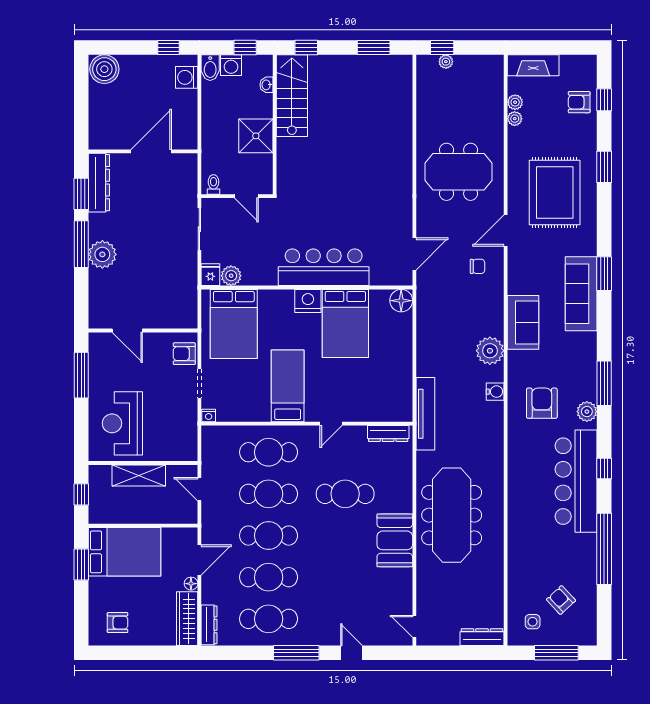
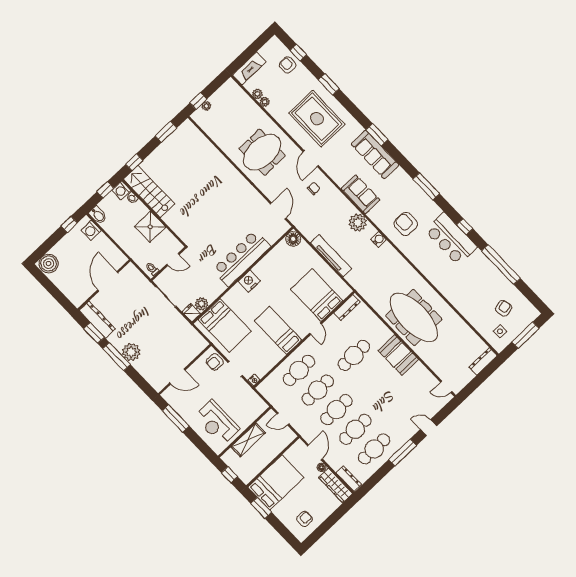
washing machine: (231, 65) -> (121, 190), moved, turned 90
armchair: (579, 102) -> (288, 65), turned 90
bed: (345, 323) -> (317, 295), moved, turned 180
plant: (587, 412) -> (431, 208), removed
tv unit: (425, 414) -> (331, 256), moved
bar counter: (576, 481) -> (451, 239), width x0.73
armchair: (561, 600) -> (504, 308), turned 120

